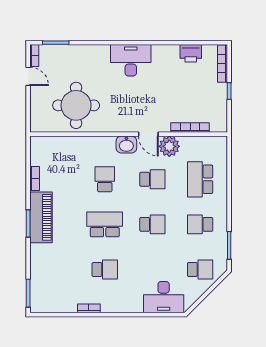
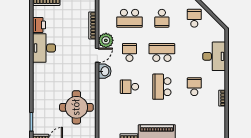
desk: (131, 60) -> (44, 48), moved
school desk: (152, 224) -> (162, 52), width x1.85
desk: (164, 297) -> (214, 56), moved

